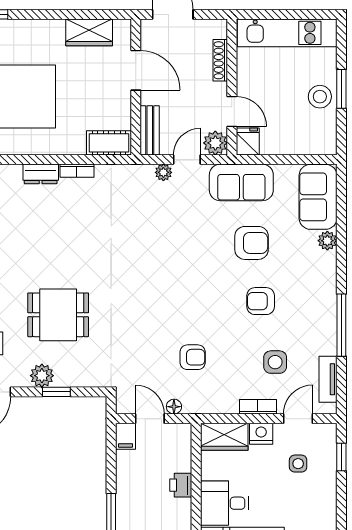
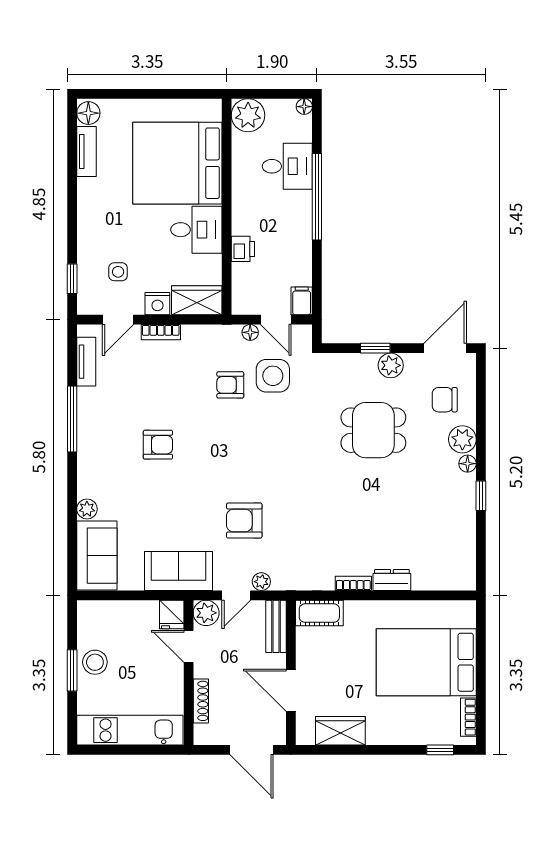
armchair: (252, 243) -> (244, 521), moved
side table: (275, 362) -> (273, 376), moved, width x1.37, depth x1.37

